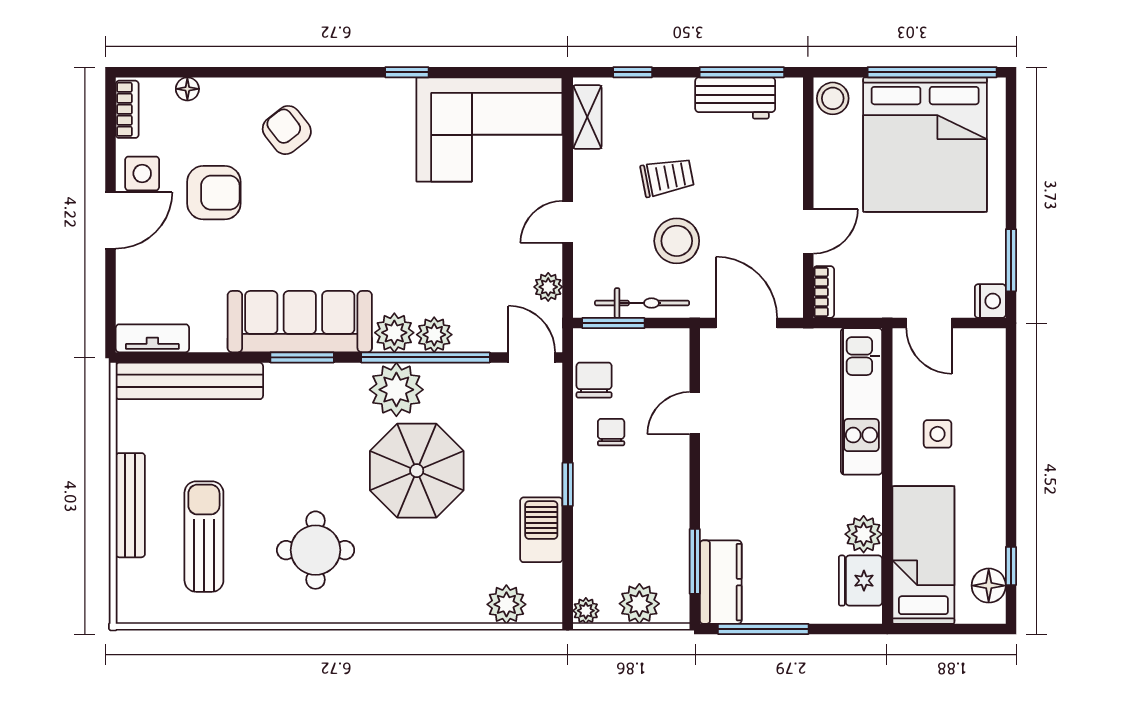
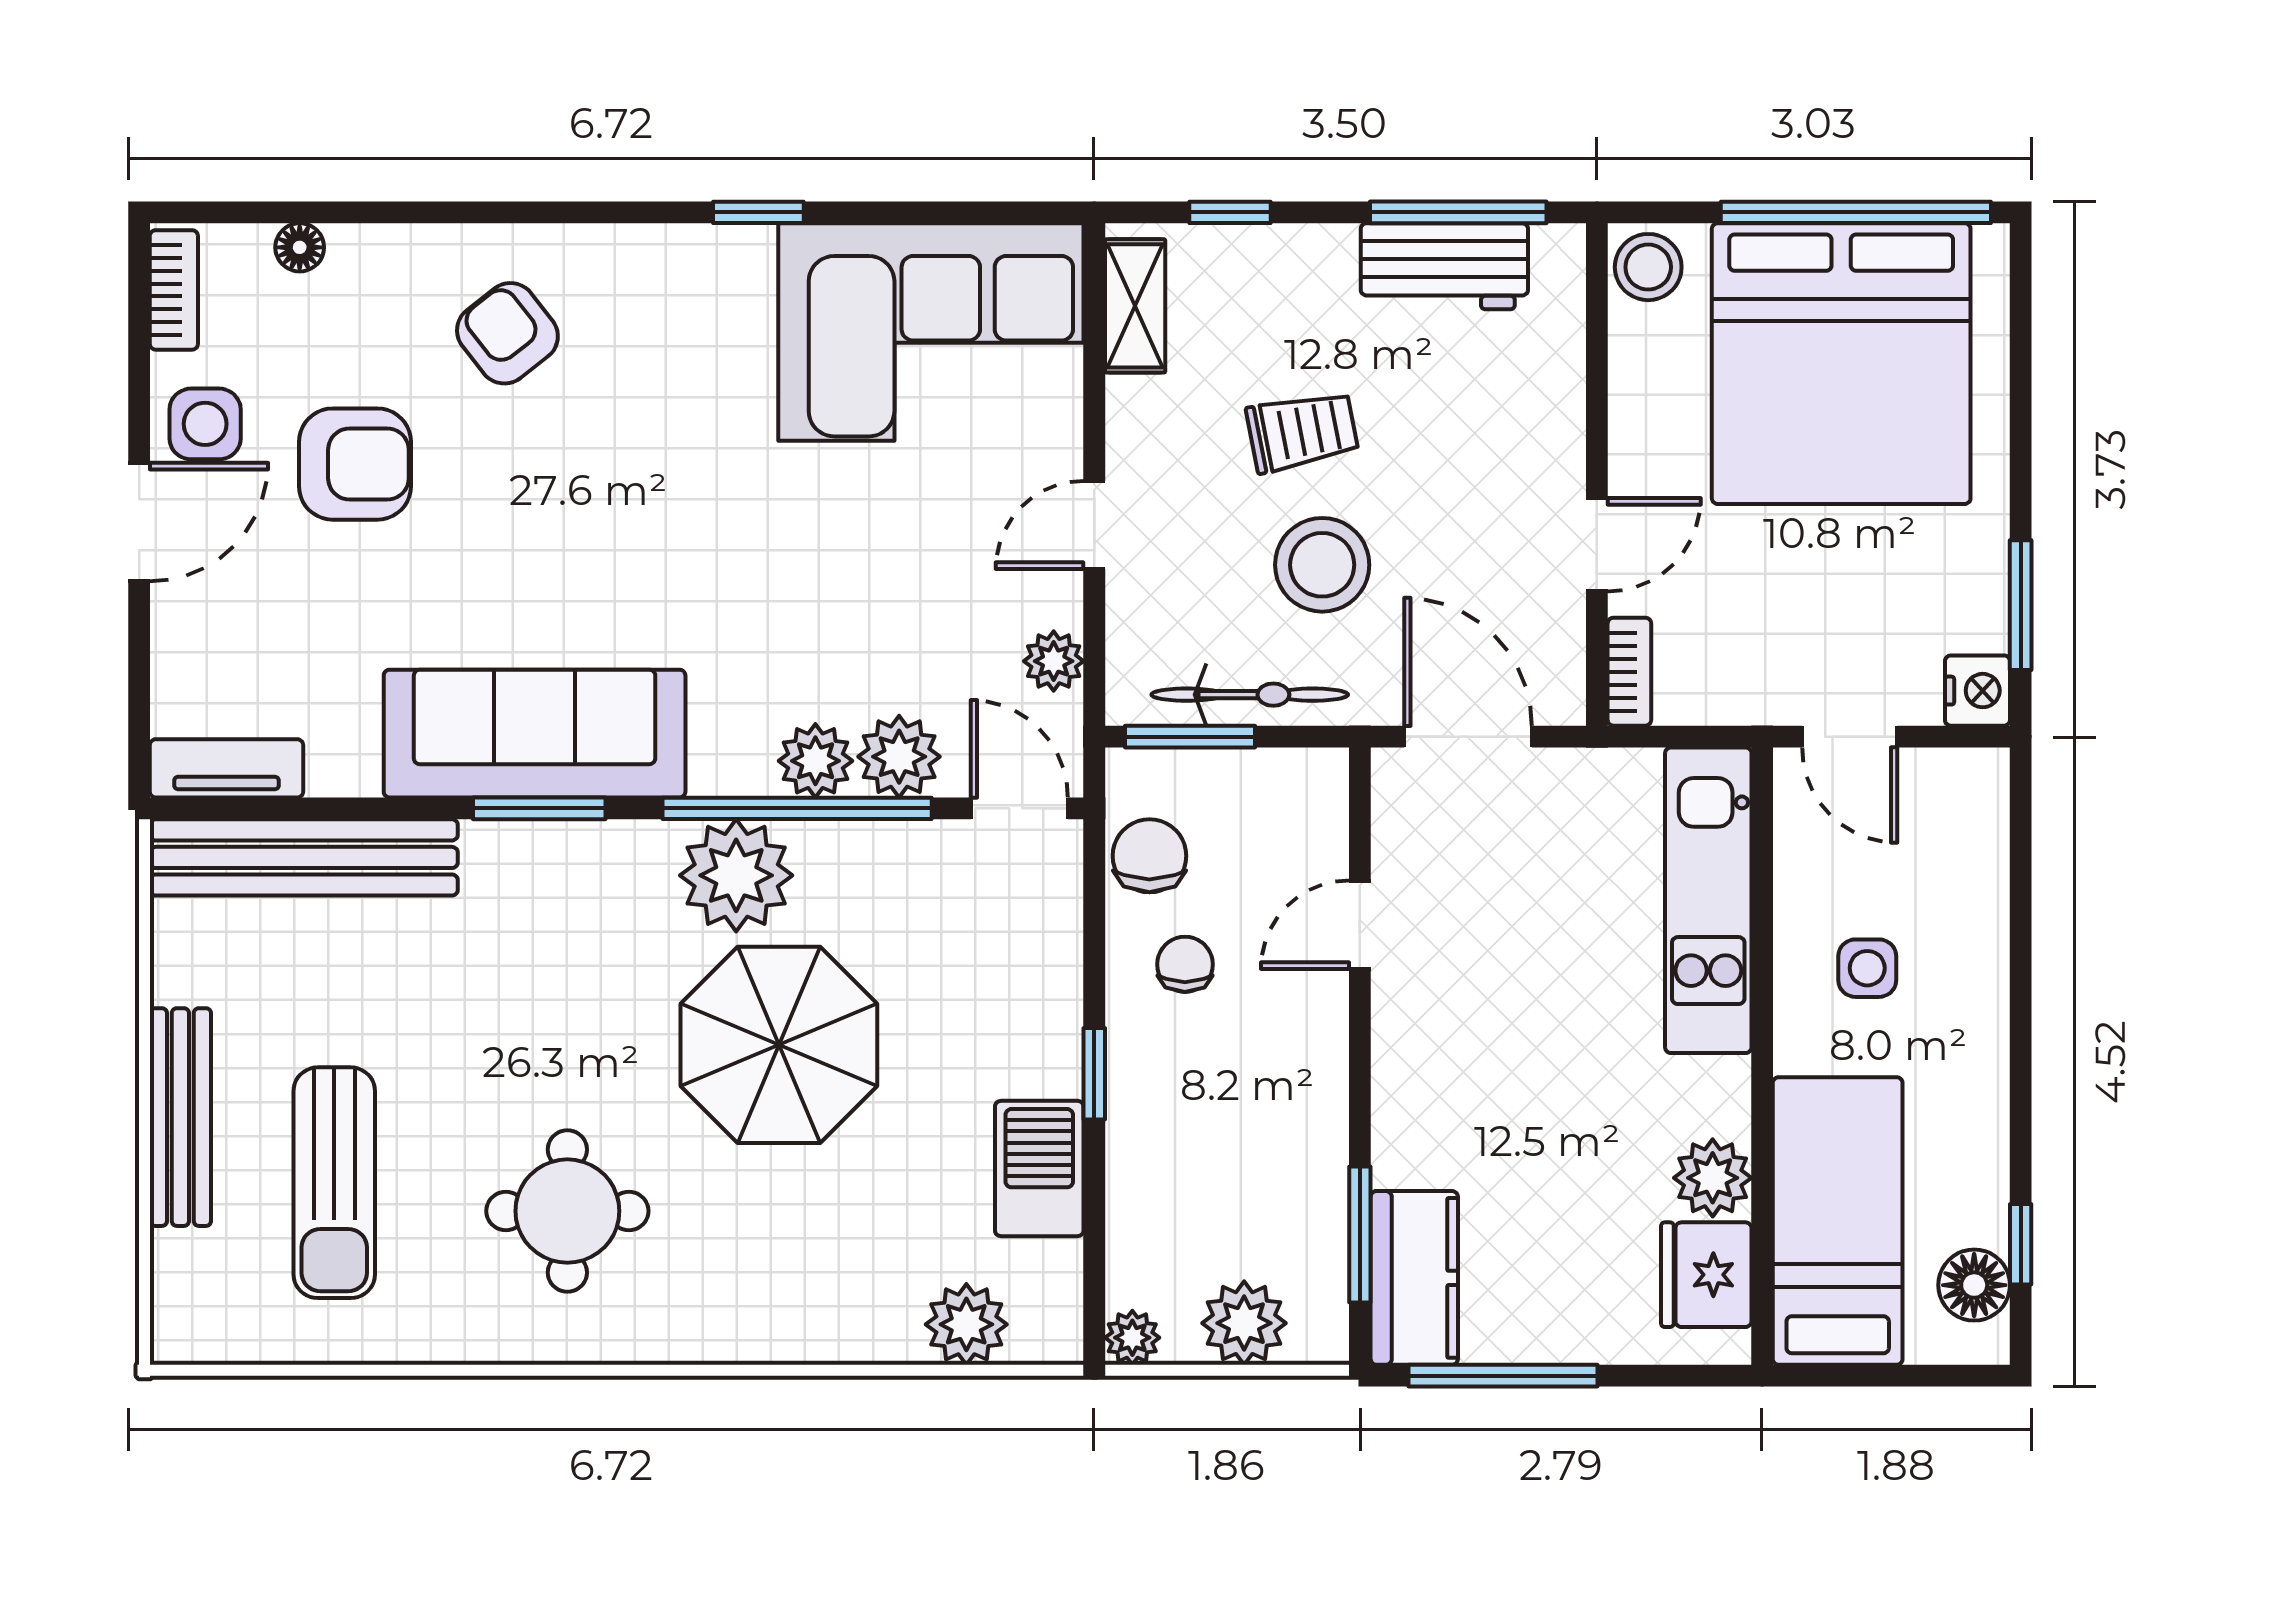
plant: (394, 333) -> (899, 757), moved
sun lounger: (204, 537) -> (334, 1183), turned 180

